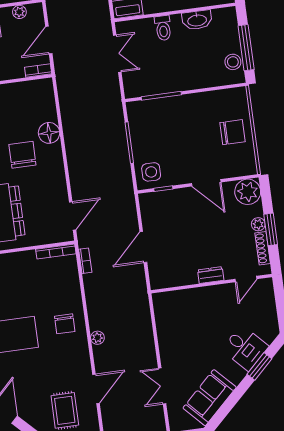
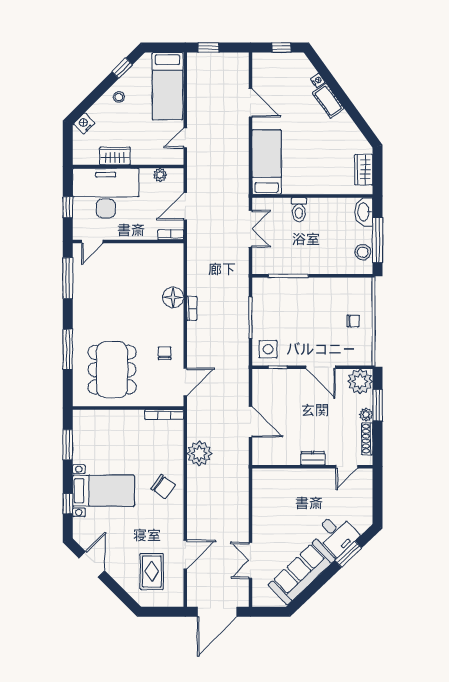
washbasin: (197, 20) -> (364, 212), moved, turned 90
chair: (233, 132) -> (353, 321), width x0.54, depth x0.54
chair: (22, 155) -> (165, 353), moved, width x0.54, depth x0.54
window: (271, 229) -> (378, 405), moved
door: (143, 247) -> (250, 422), swing flipped
bookcase: (85, 261) -> (192, 308), moved
chair: (65, 324) -> (163, 487), turned -54
plant: (97, 338) -> (199, 453), moved, width x1.88, depth x1.88
sofa: (210, 398) -> (302, 572), width x1.36

